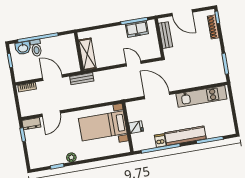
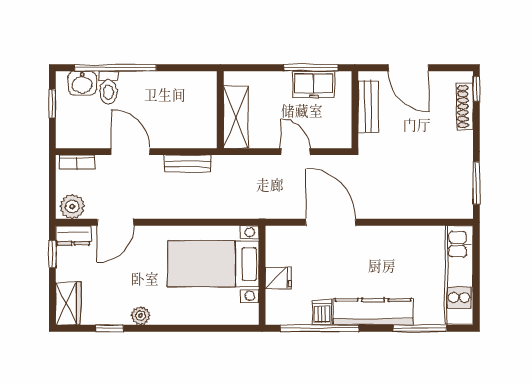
wall: (79, 52) -> (220, 110), moved
shelving: (87, 54) -> (236, 117), moved
kitchen unit: (201, 96) -> (459, 275), moved, turned 90
plant: (28, 110) -> (72, 206), added
wardrobe: (35, 158) -> (68, 304), added

